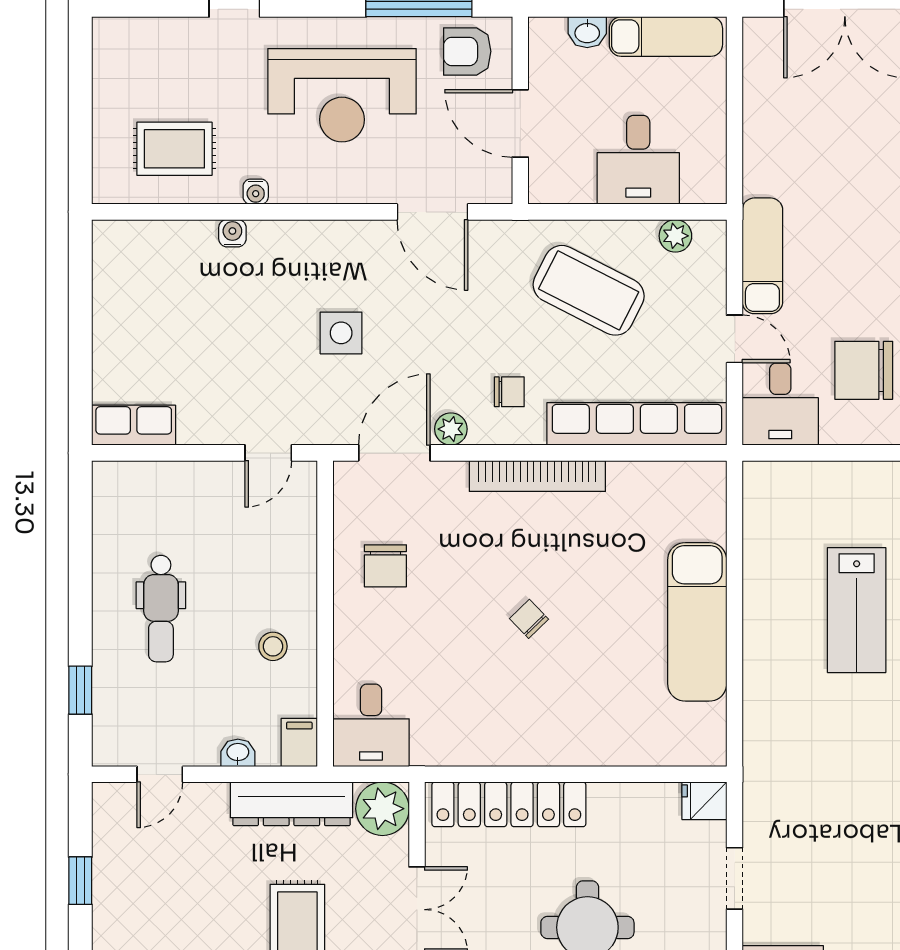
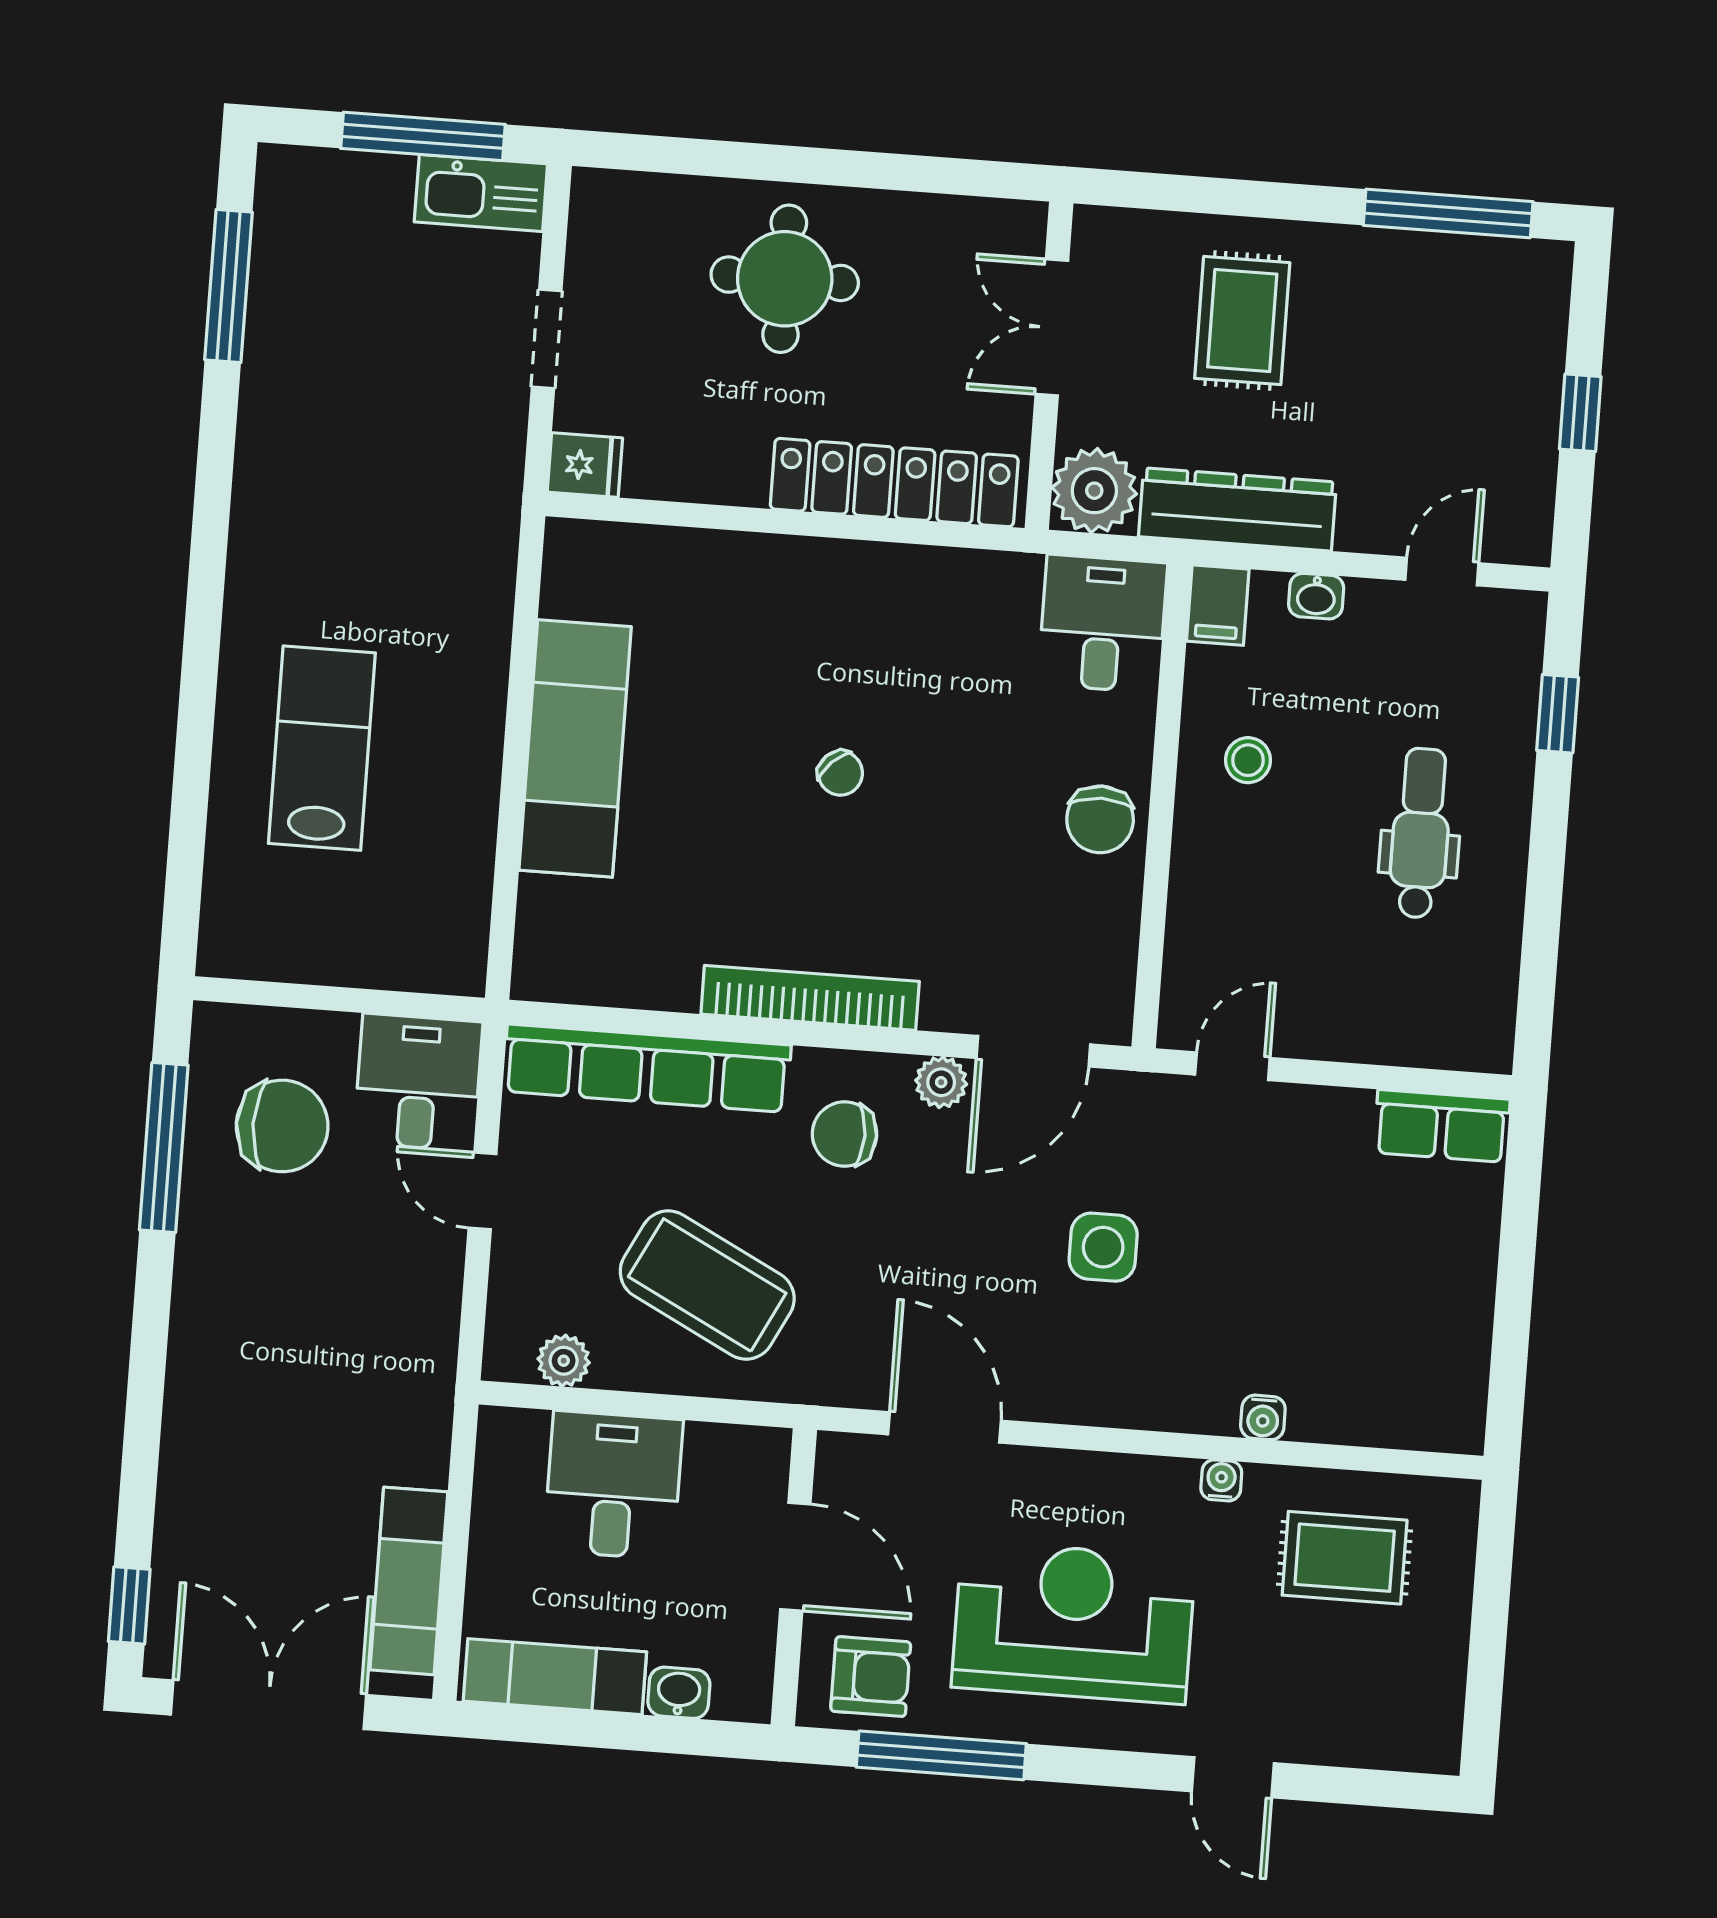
exam couch: (762, 256) -> (409, 1581), moved
chair: (509, 392) -> (844, 1134), width x1.37, depth x1.37
chair: (385, 566) -> (1100, 819), moved, turned 180

